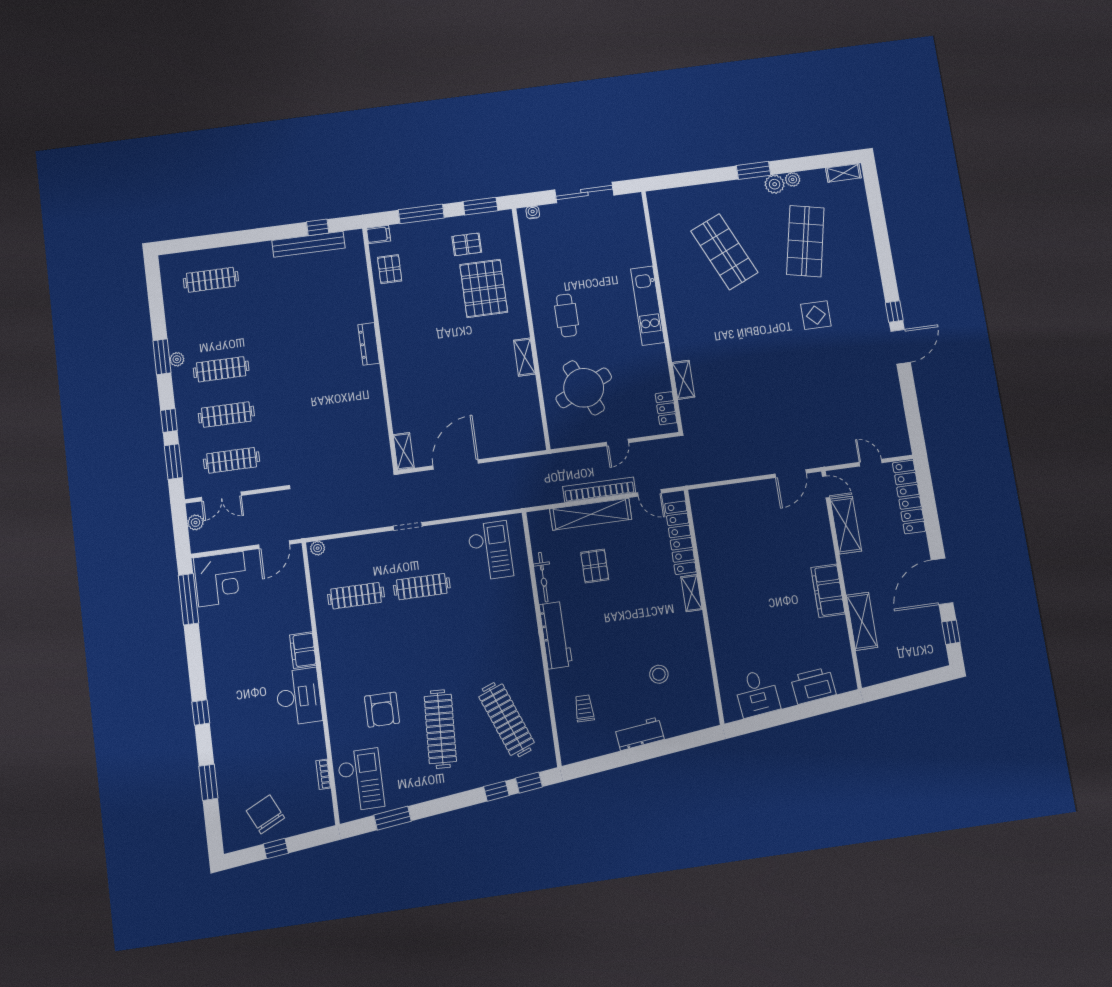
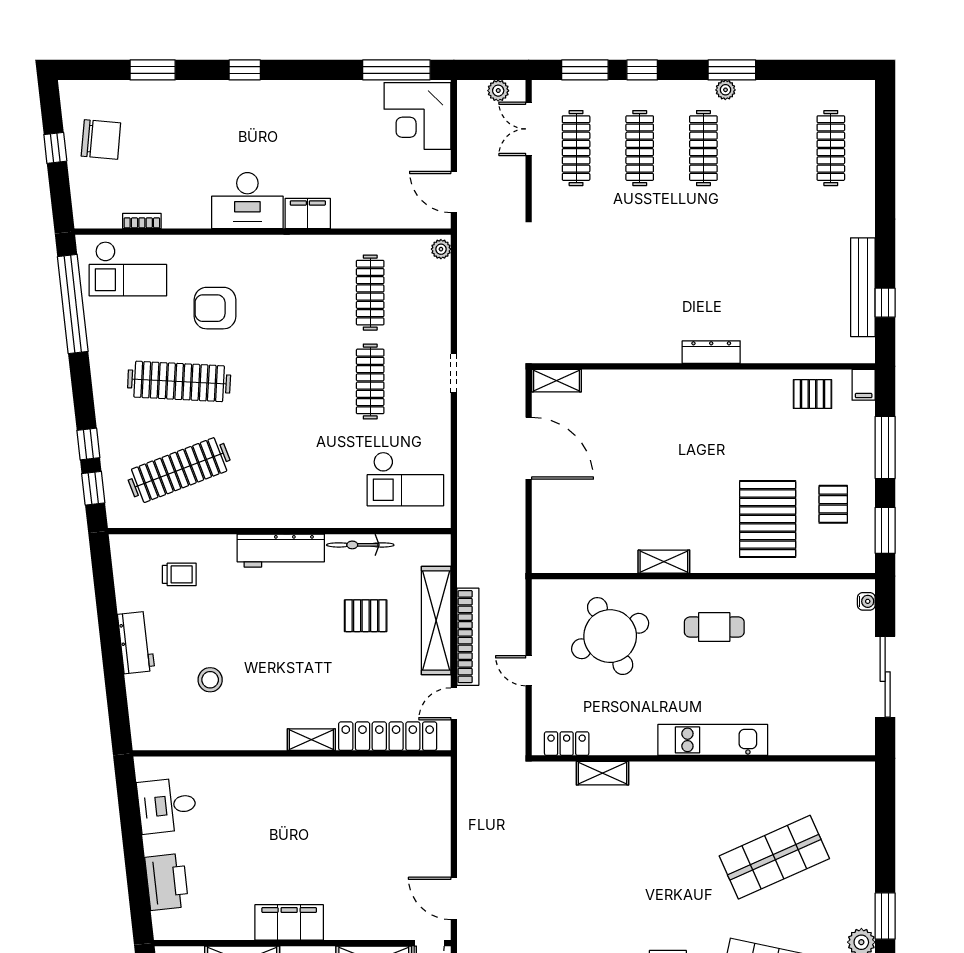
pallet: (484, 288) -> (768, 519), turned 90
chair: (265, 814) -> (101, 139), turned 31
window: (393, 818) -> (73, 304), width x2.11

